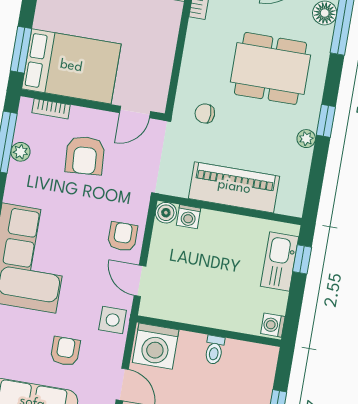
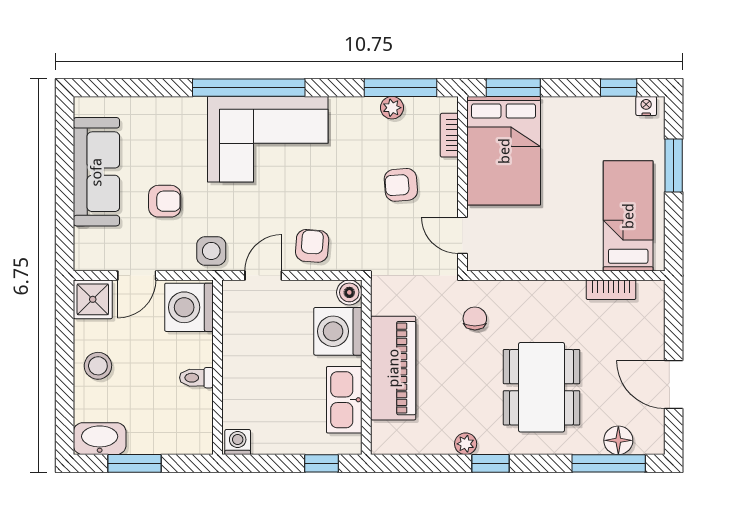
armchair: (85, 155) -> (401, 185), width x0.72, depth x0.72
washing machine: (188, 217) -> (338, 331), width x1.89, depth x1.89
armchair: (123, 237) -> (312, 246), turned -86
kitchen sink: (280, 262) -> (344, 400), moved, turned -90

